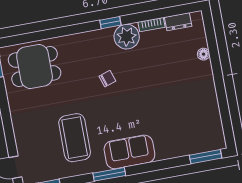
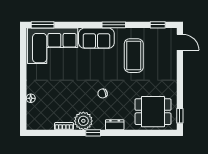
dresser: (178, 22) -> (115, 125), moved
corner sofa: (187, 131) -> (53, 46), added

